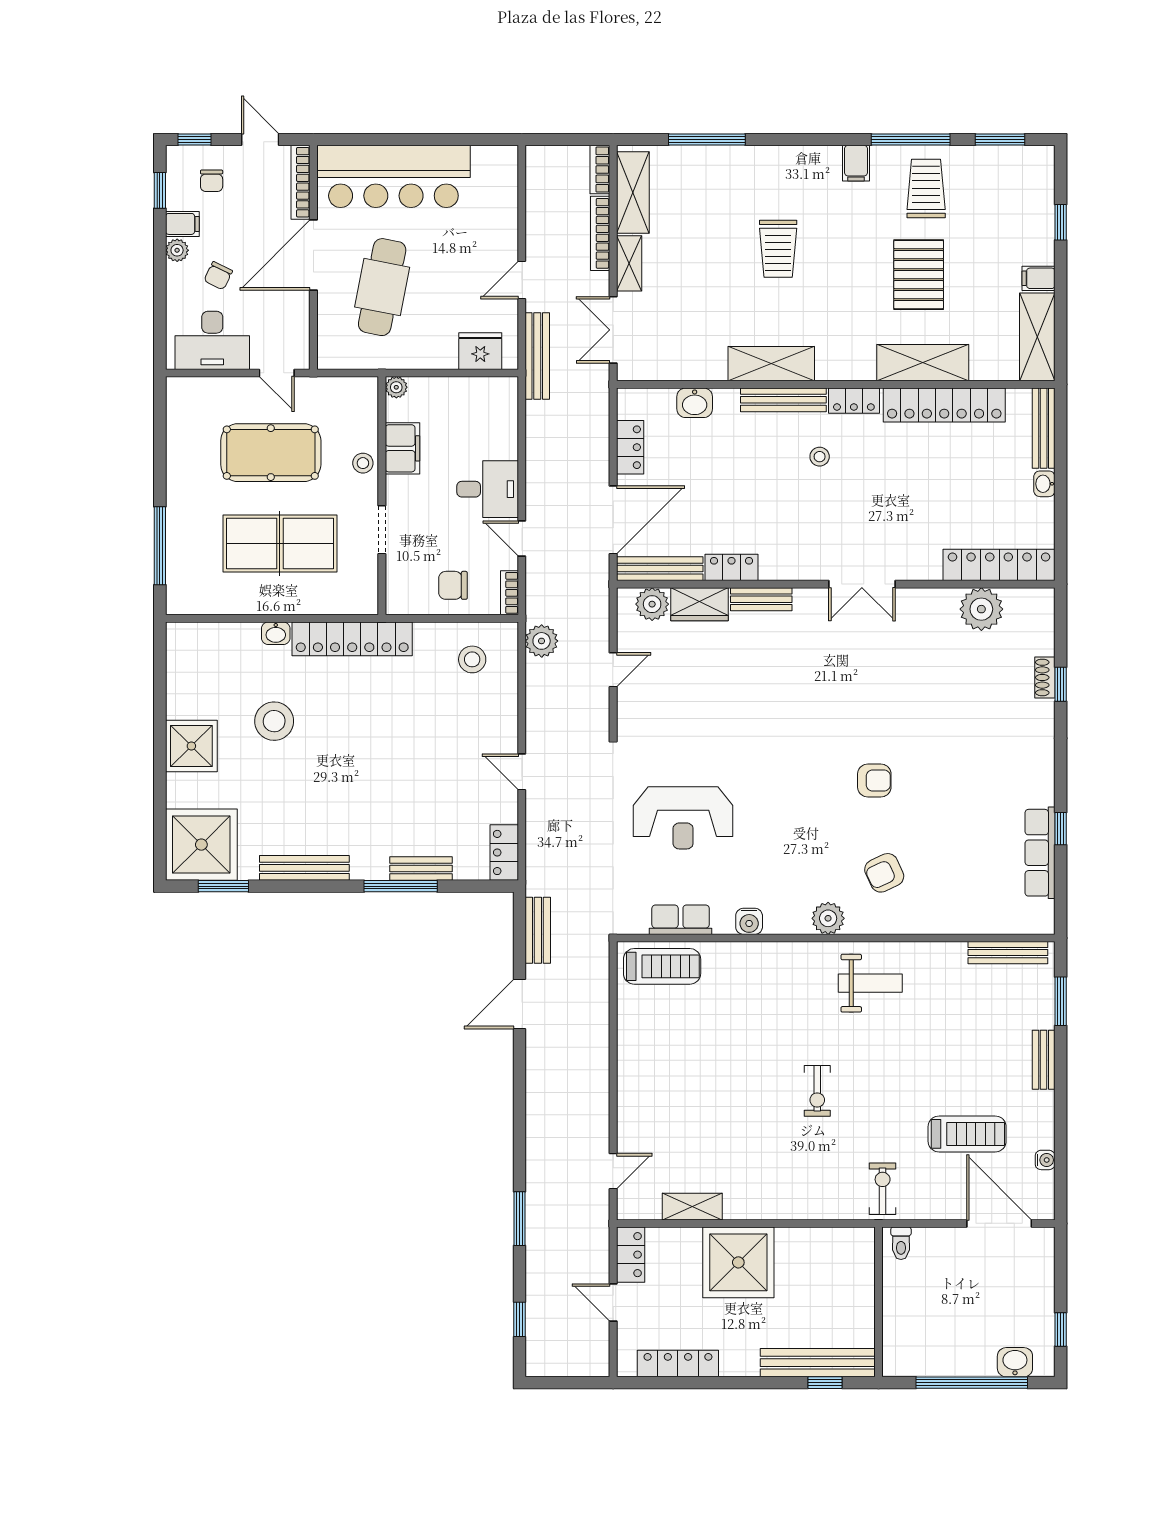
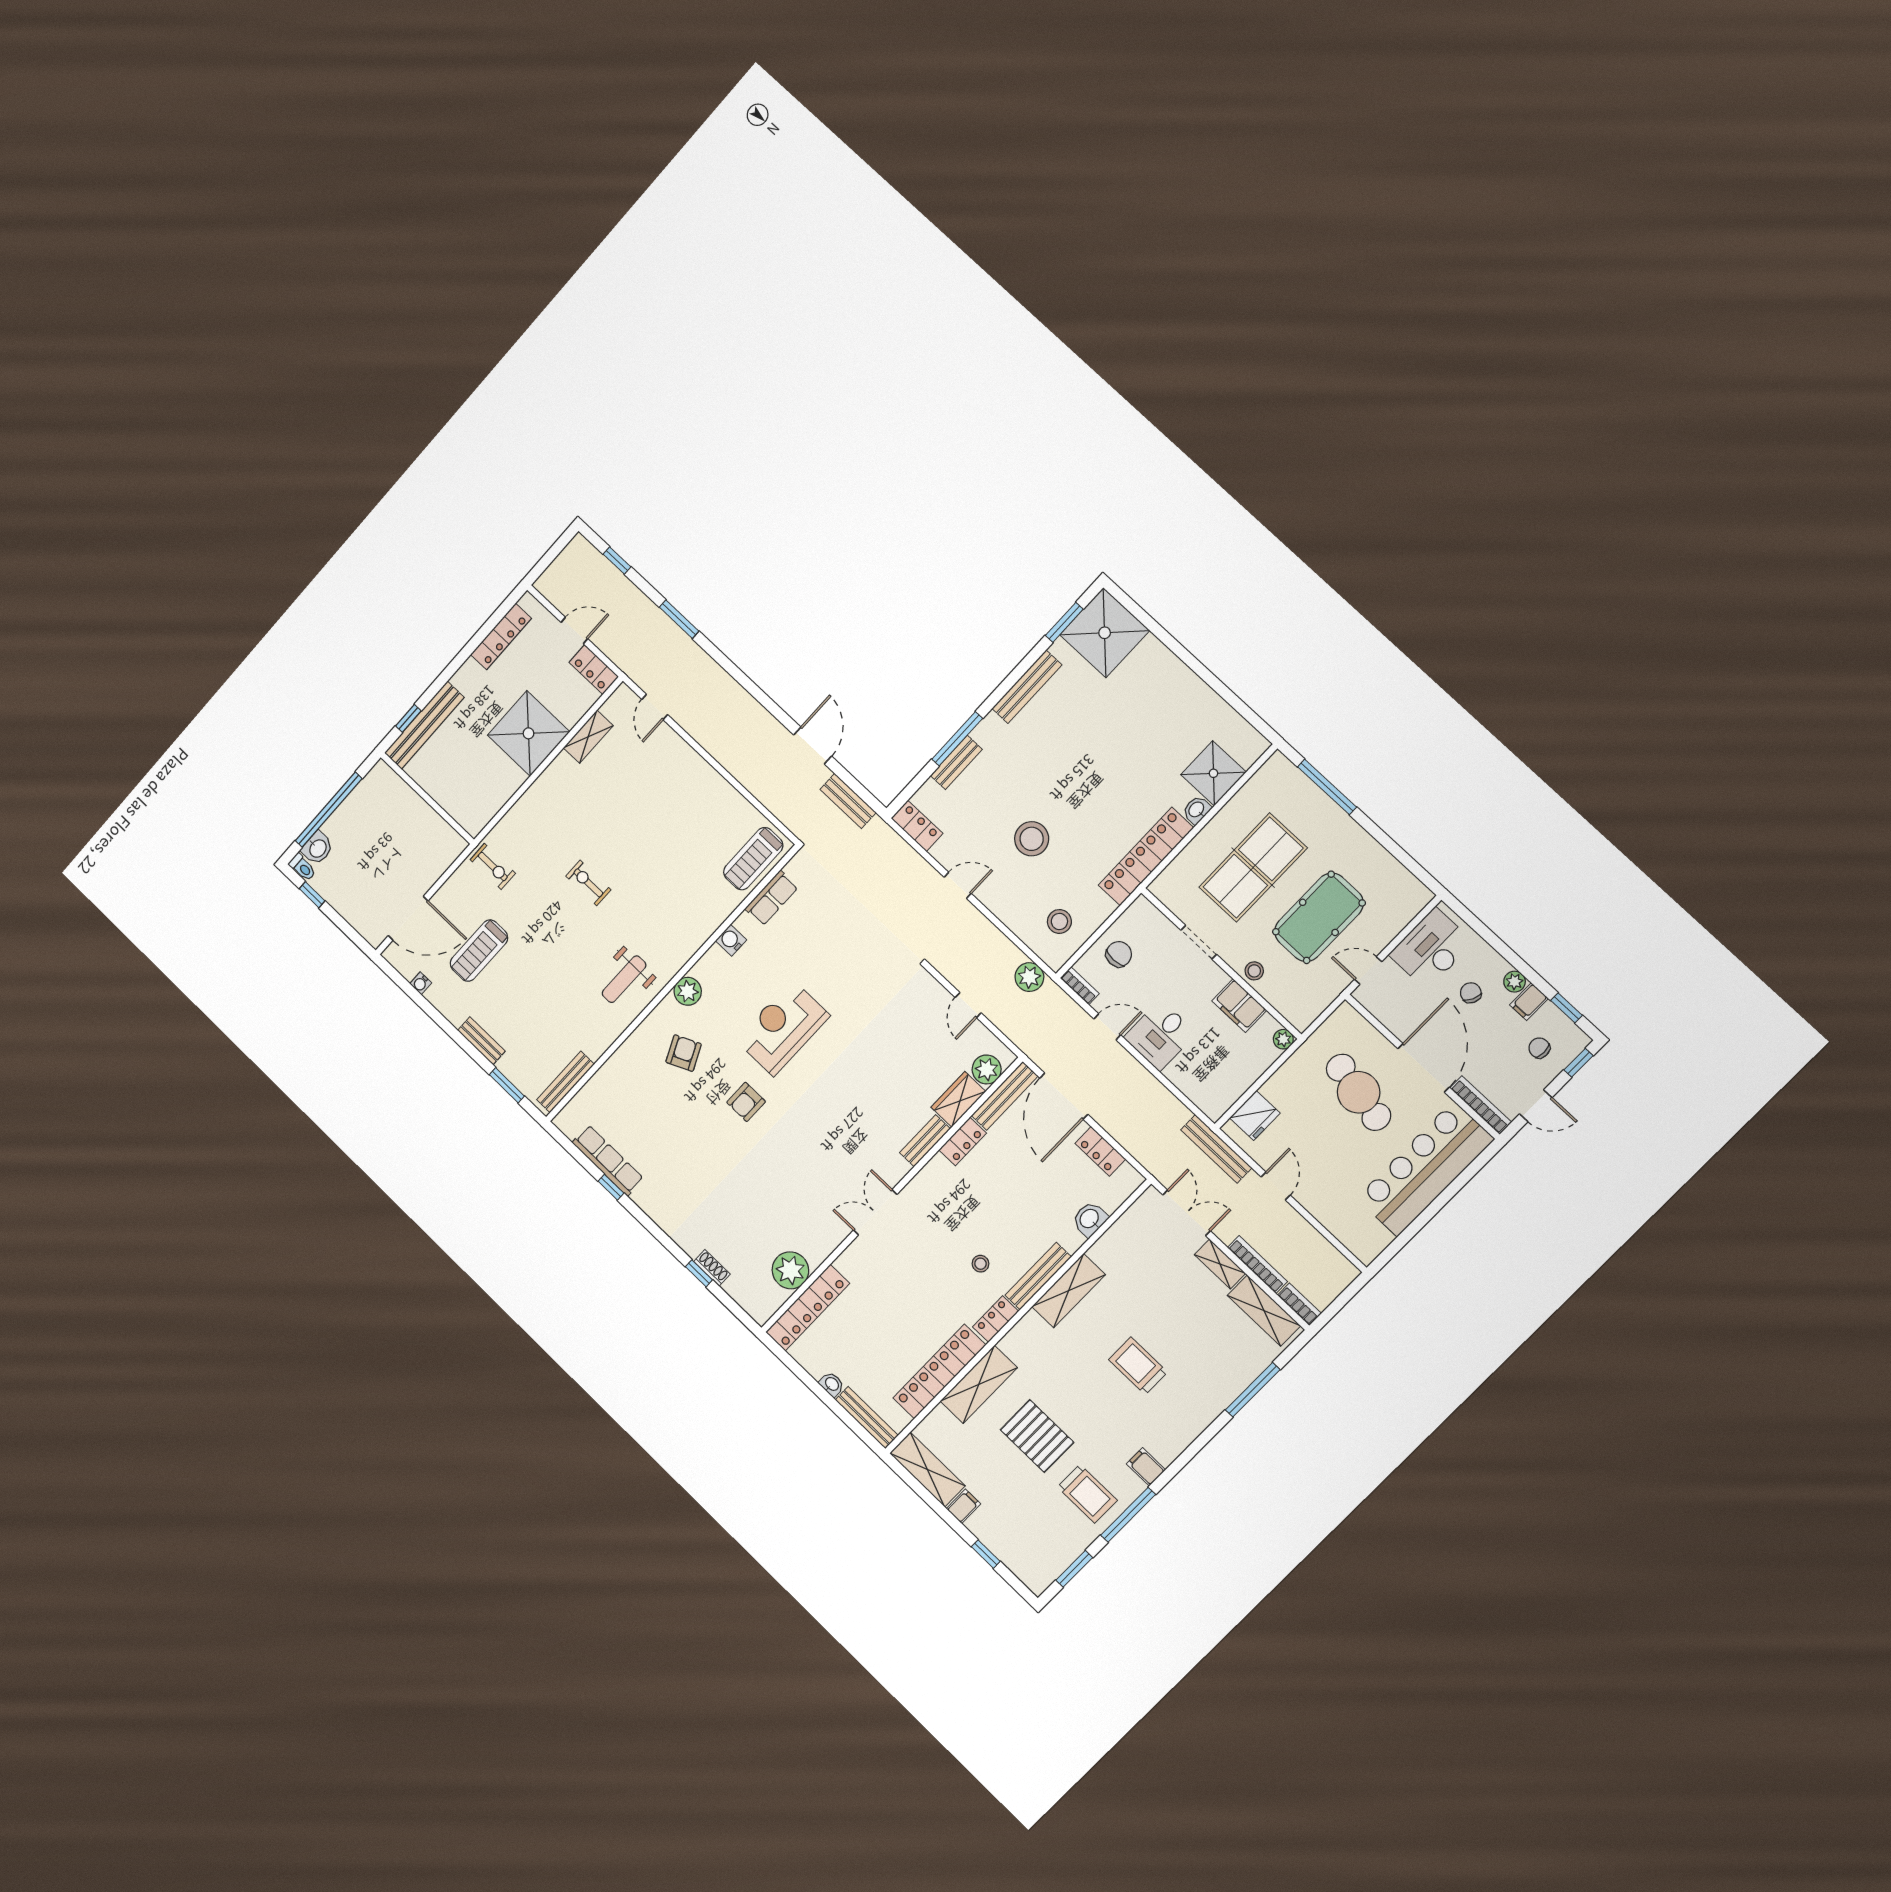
stool: (274, 721) -> (1032, 839), moved
shower: (191, 746) -> (1213, 773), moved
reception desk: (683, 818) -> (783, 1028), moved
toilet: (901, 1243) -> (302, 867), moved, turned 180

